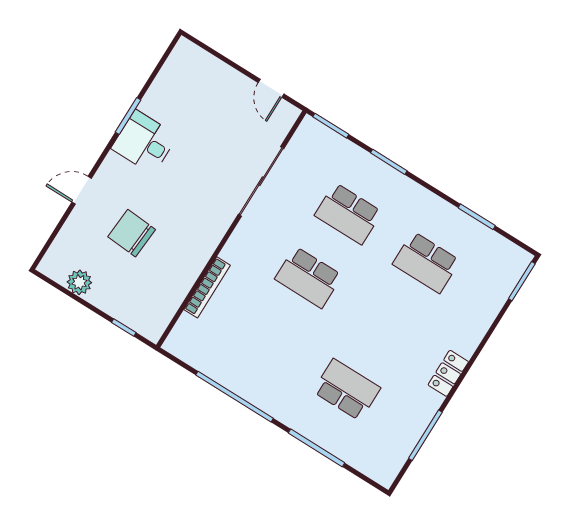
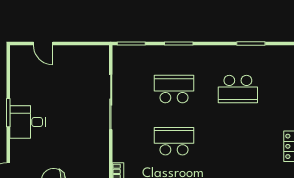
door: (271, 88) -> (43, 44), moved
school desk: (348, 214) -> (174, 89), turned 180
school desk: (308, 277) -> (174, 141), turned 180

